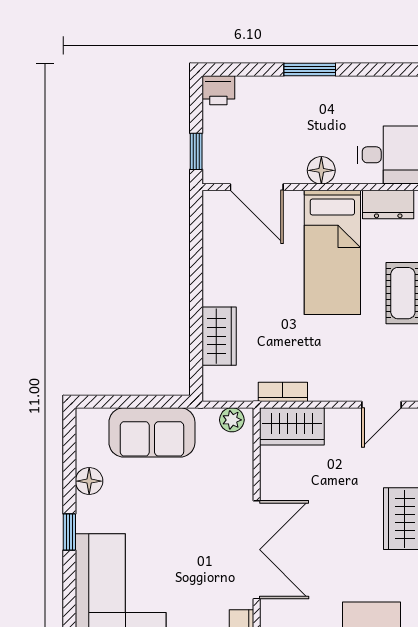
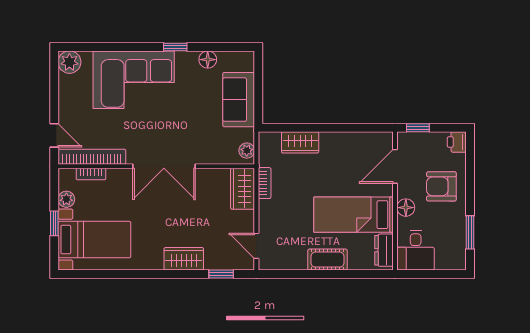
window: (310, 69) -> (470, 232), moved
armchair: (288, 114) -> (441, 186), added

